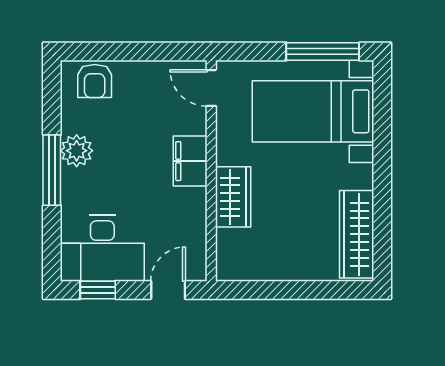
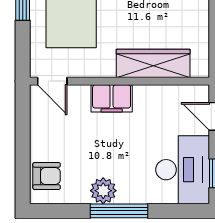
door: (211, 88) -> (52, 81), hinge flipped
wardrobe: (233, 197) -> (153, 63), width x1.50

